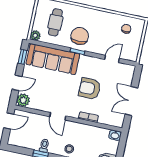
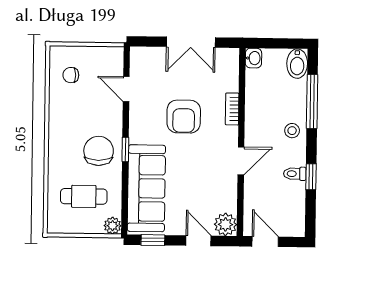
chair: (80, 36) -> (99, 151), turned 90

